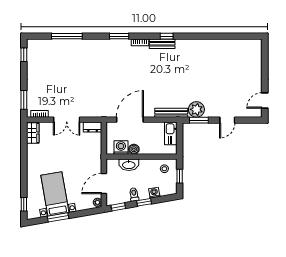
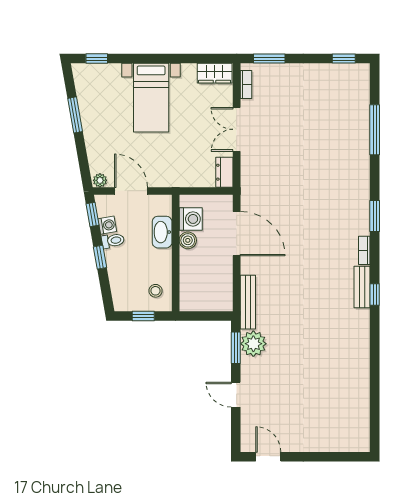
kitchen sink: (171, 133) -> (214, 301), removed
washing machine: (154, 193) -> (107, 225), moved
bed with nightstands: (55, 194) -> (151, 98), moved, turned 100

